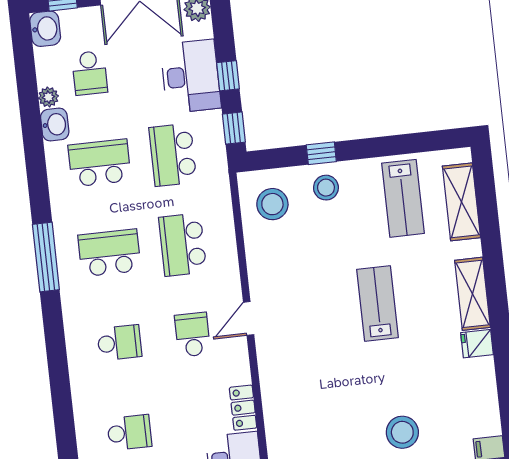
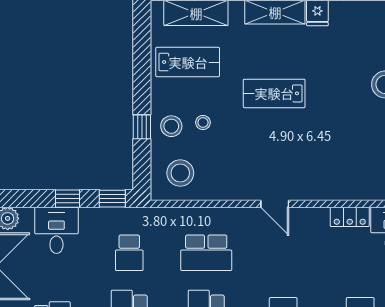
desk: (191, 76) -> (56, 230), width x0.73
school desk: (173, 155) -> (129, 253), width x0.54
stool: (334, 224) -> (203, 123), added
school desk: (193, 335) -> (283, 253), removed

